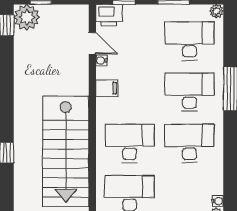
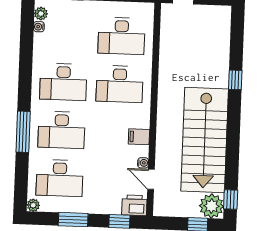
stairs: (66, 151) -> (205, 140), moved, turned 180

